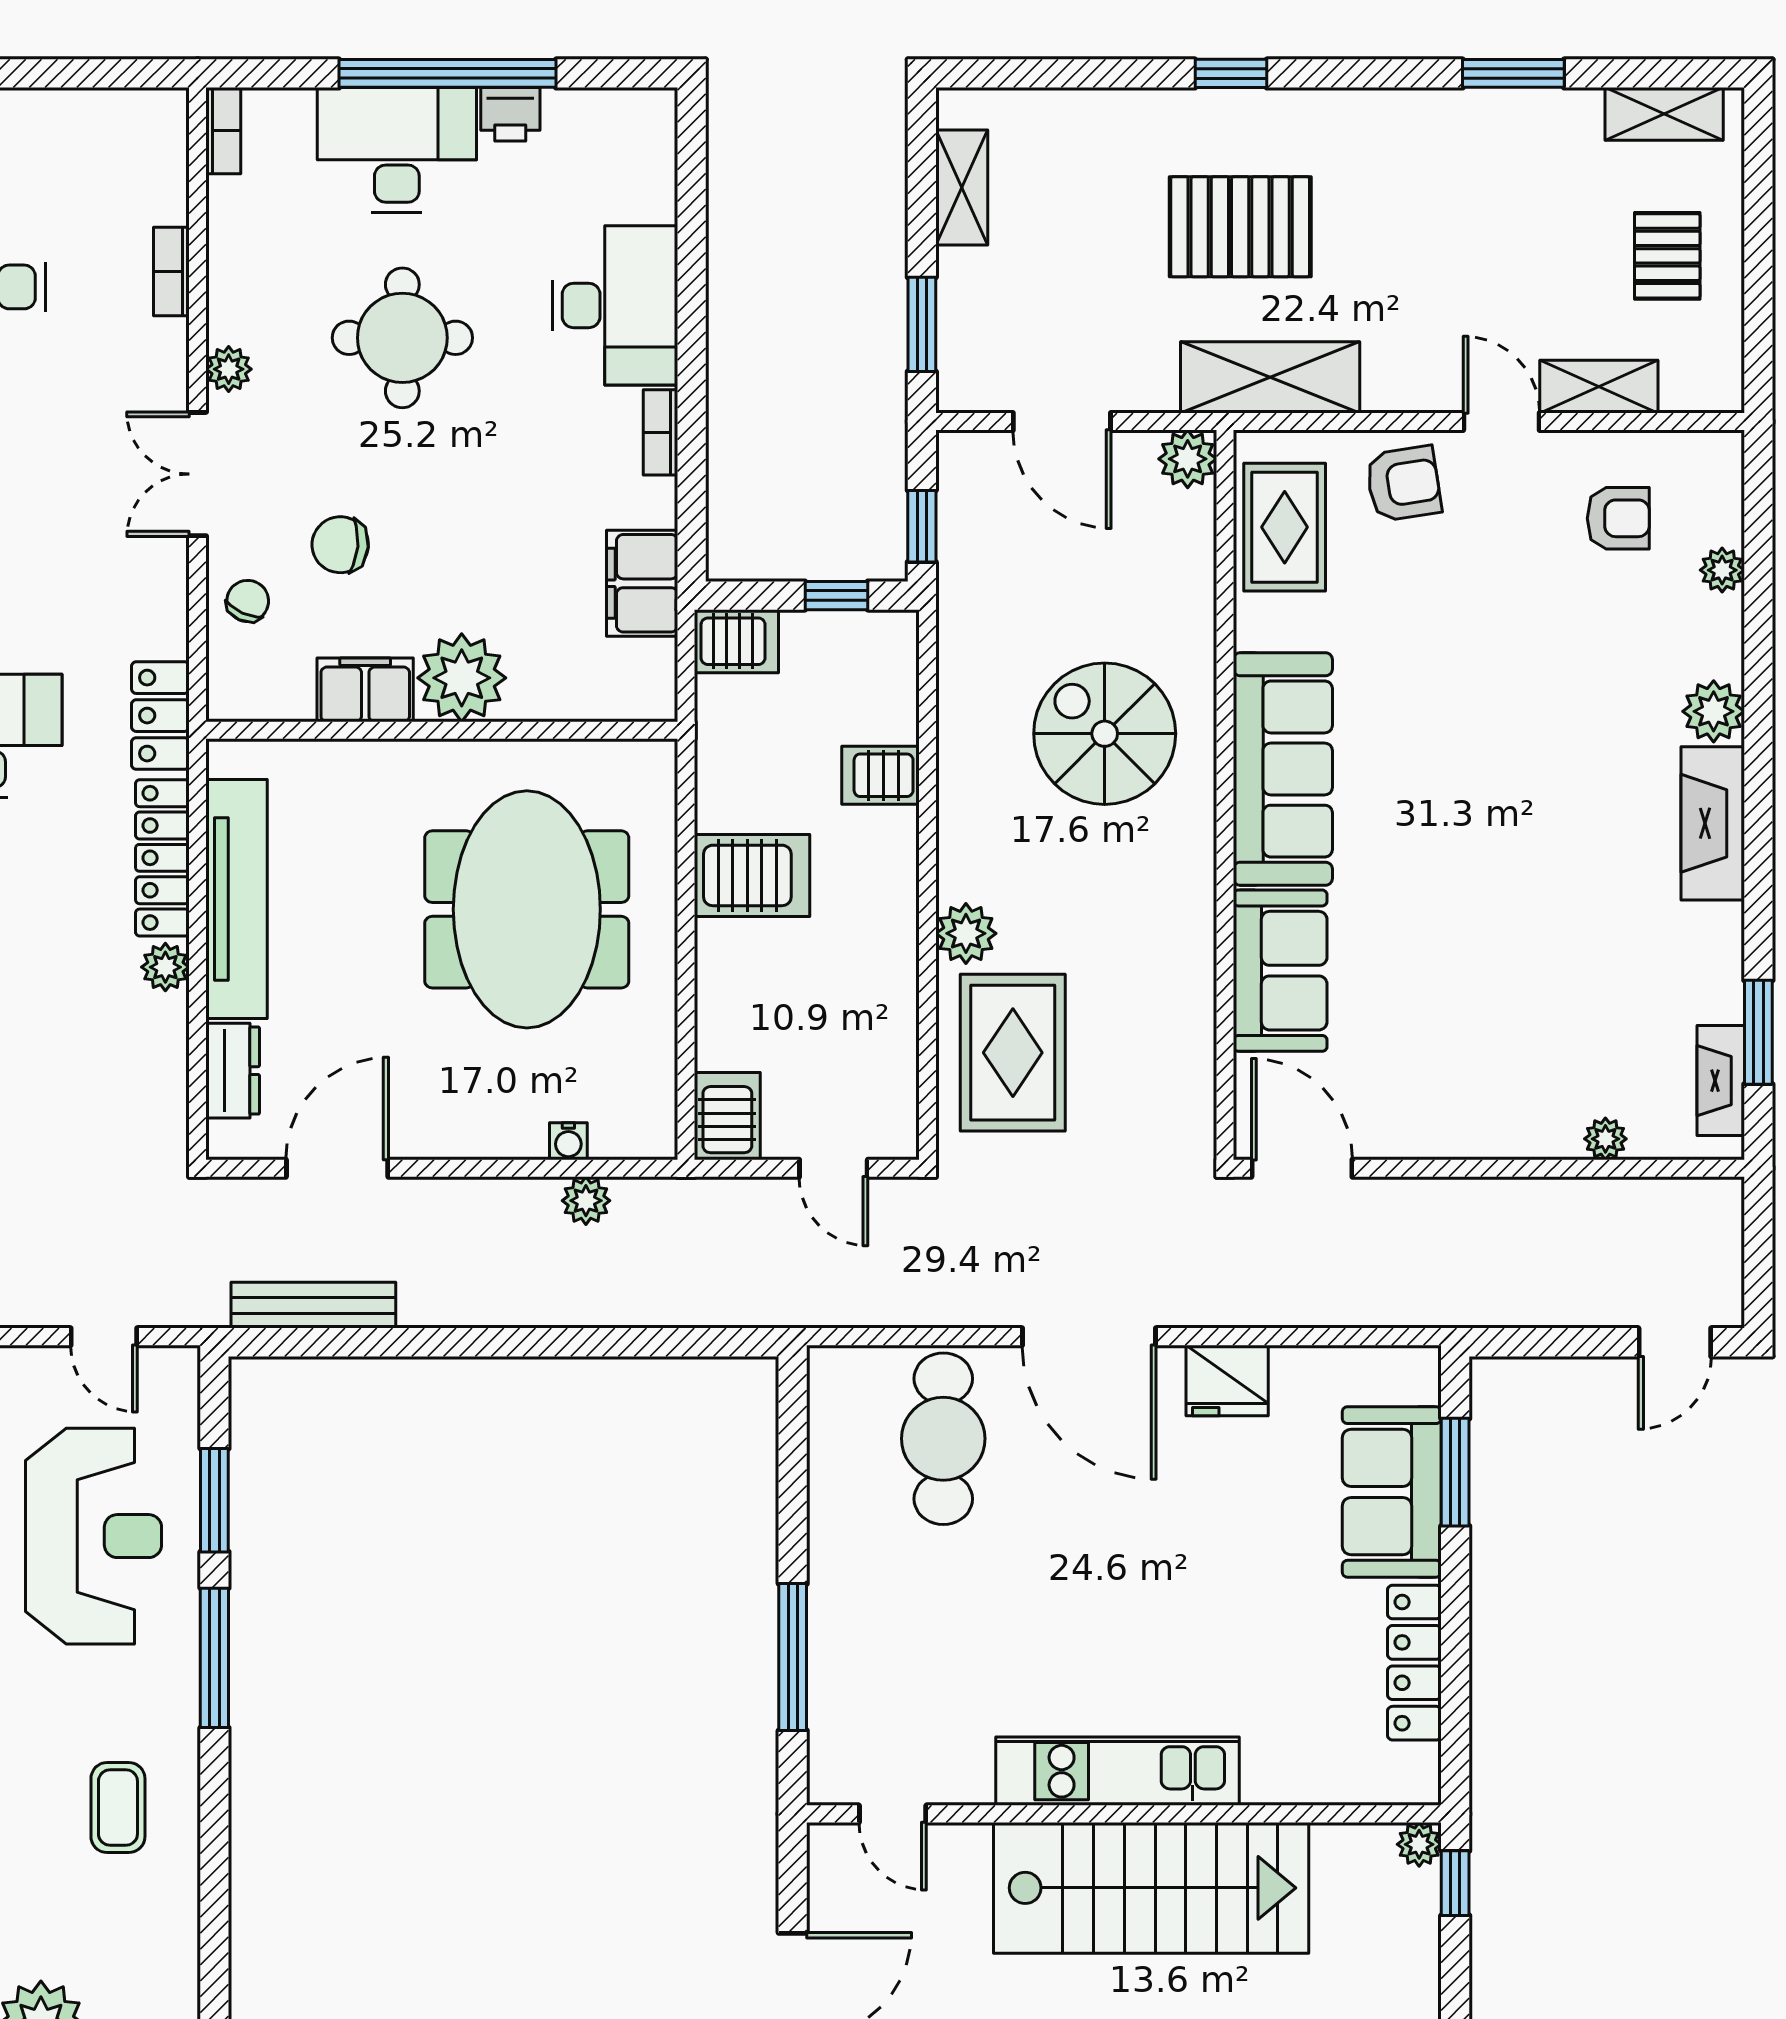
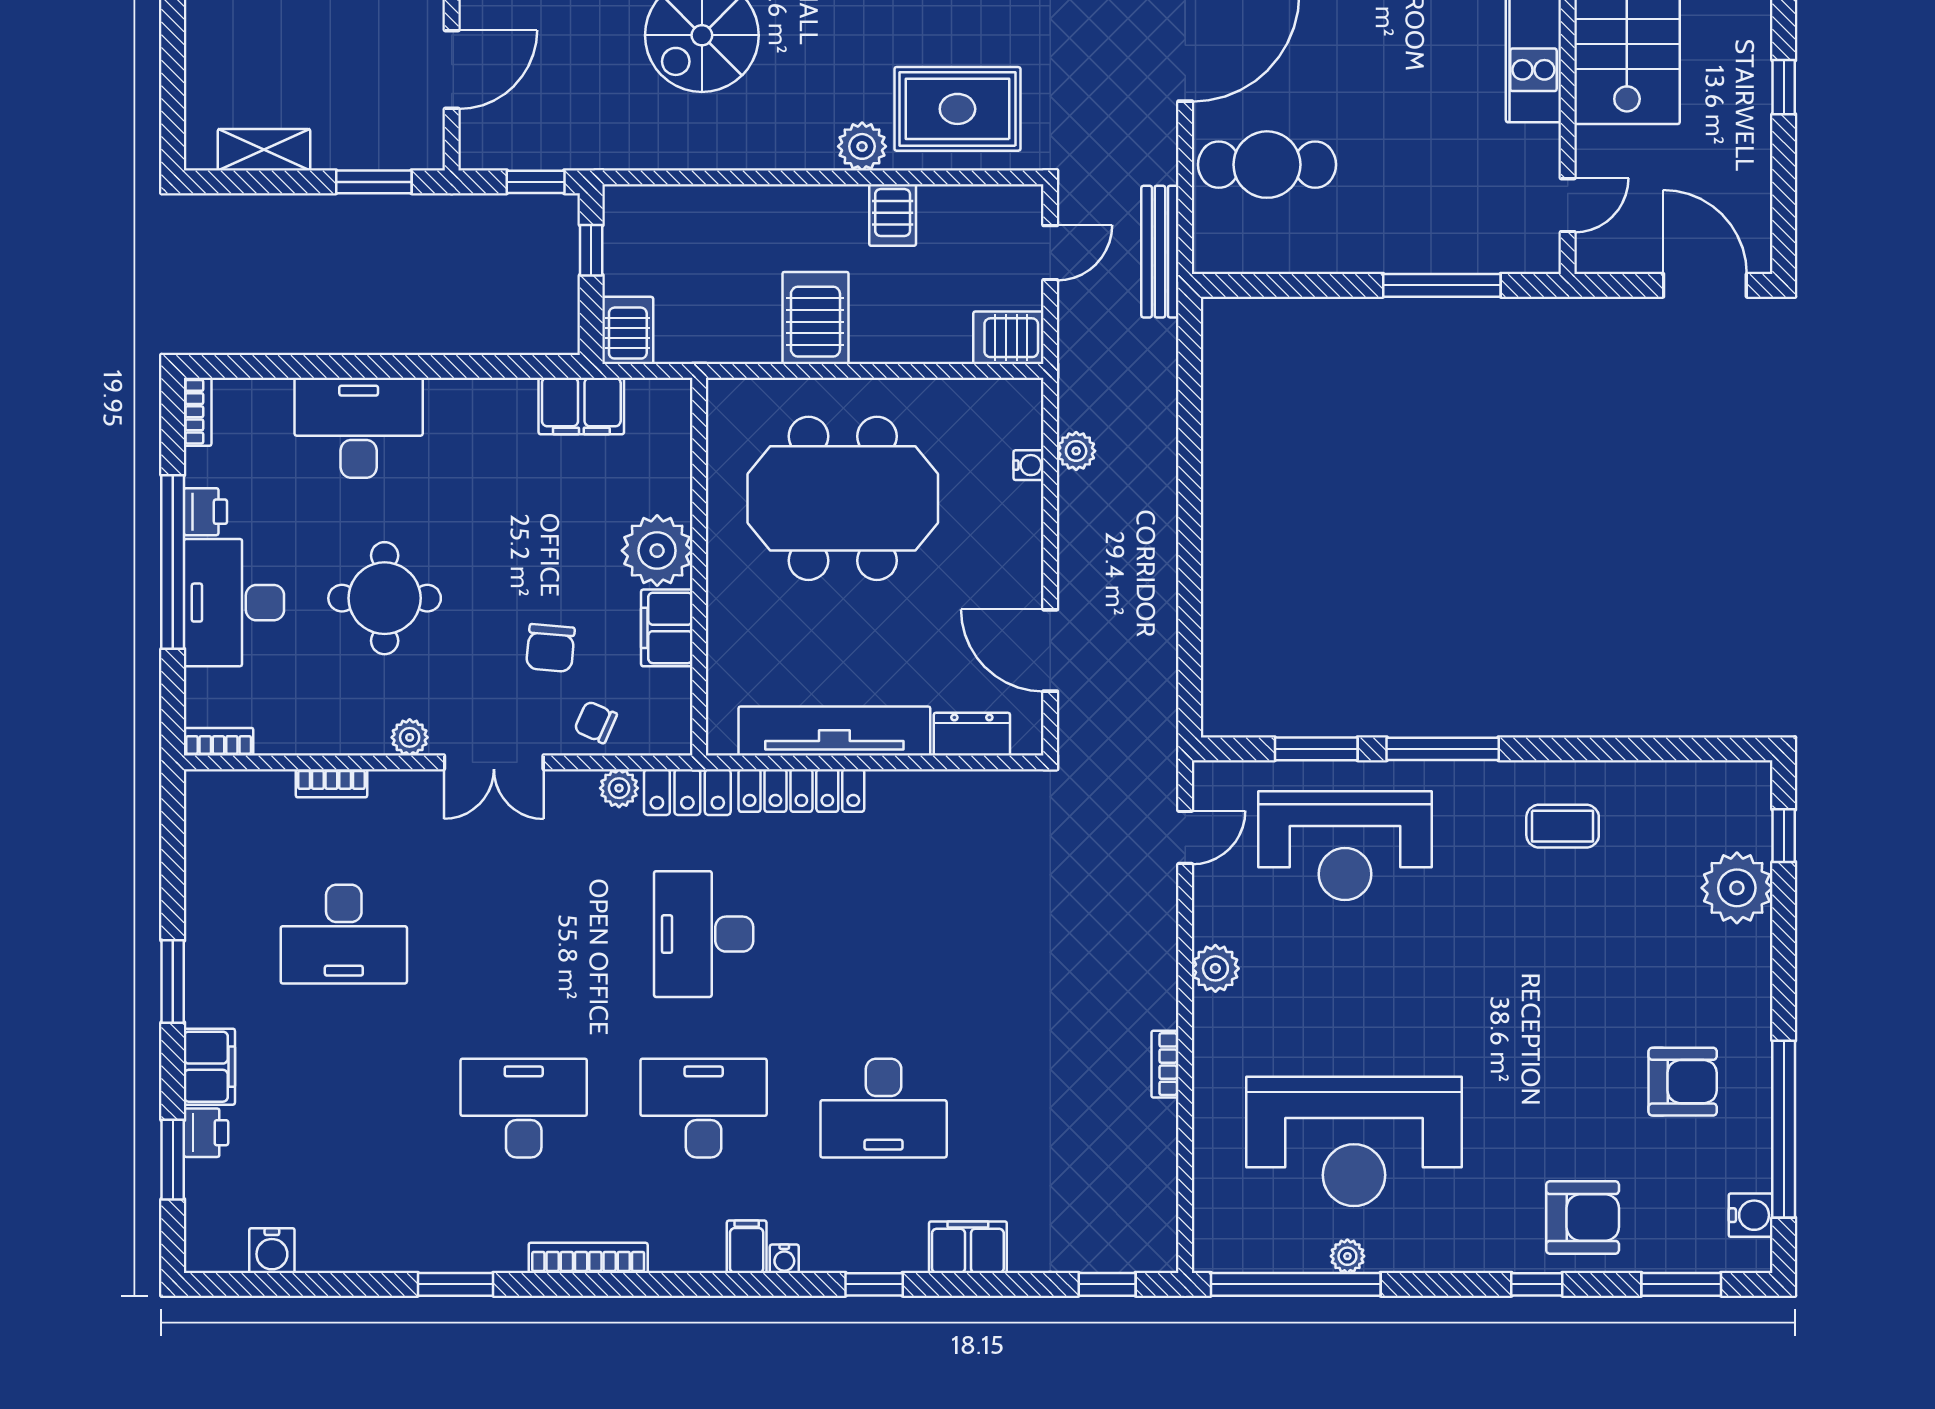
bookcase: (661, 432) -> (198, 412), moved, turned -90
server rack: (880, 775) -> (893, 215), moved
plant: (165, 967) -> (619, 788), moved
bench: (313, 1305) -> (1160, 252), moved
reception desk: (94, 1536) -> (1345, 846), turned 180

